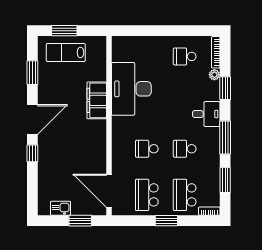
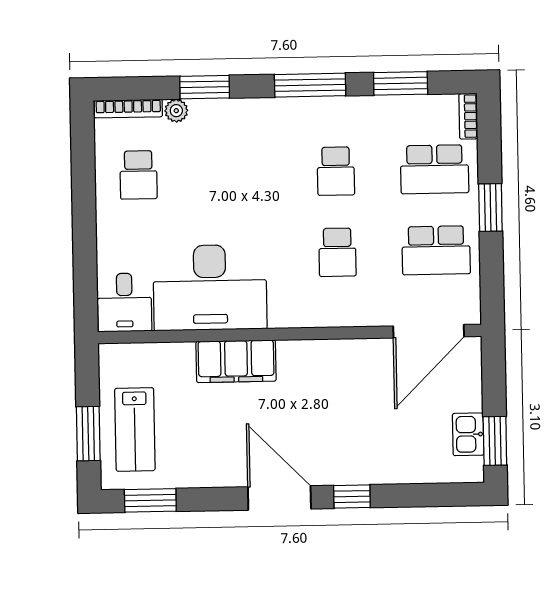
window: (32, 73) -> (150, 500), moved
desk: (206, 114) -> (124, 302), moved, turned 180
window: (80, 221) -> (495, 441), moved

